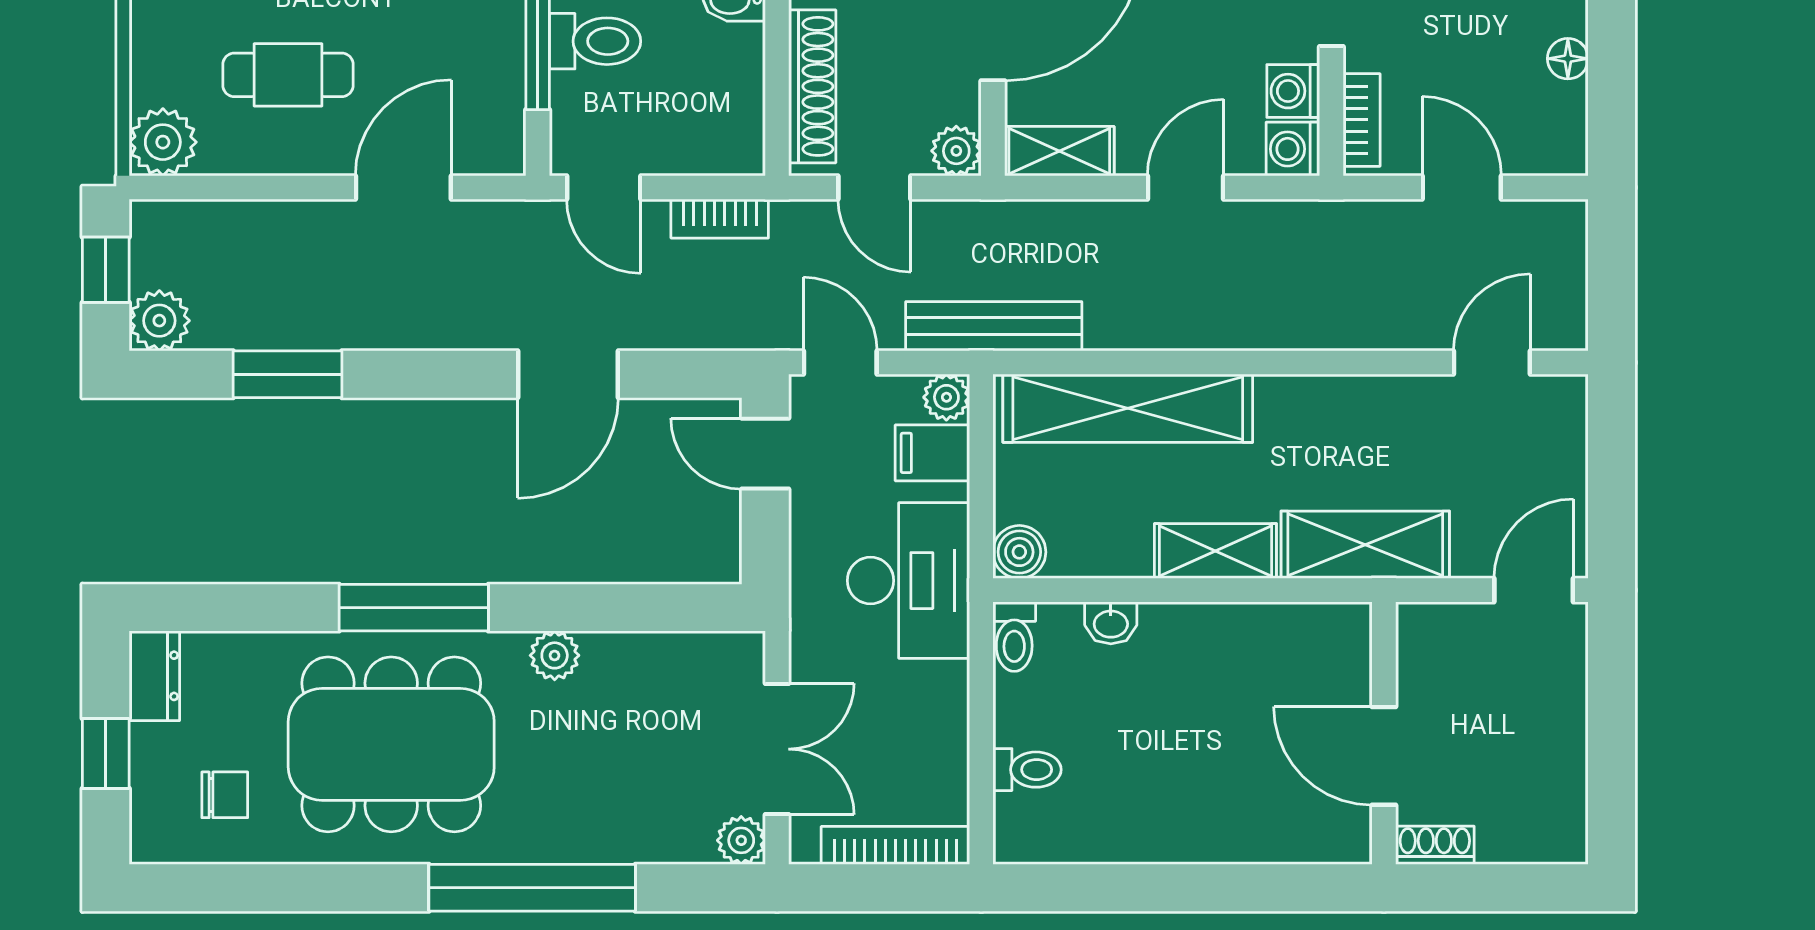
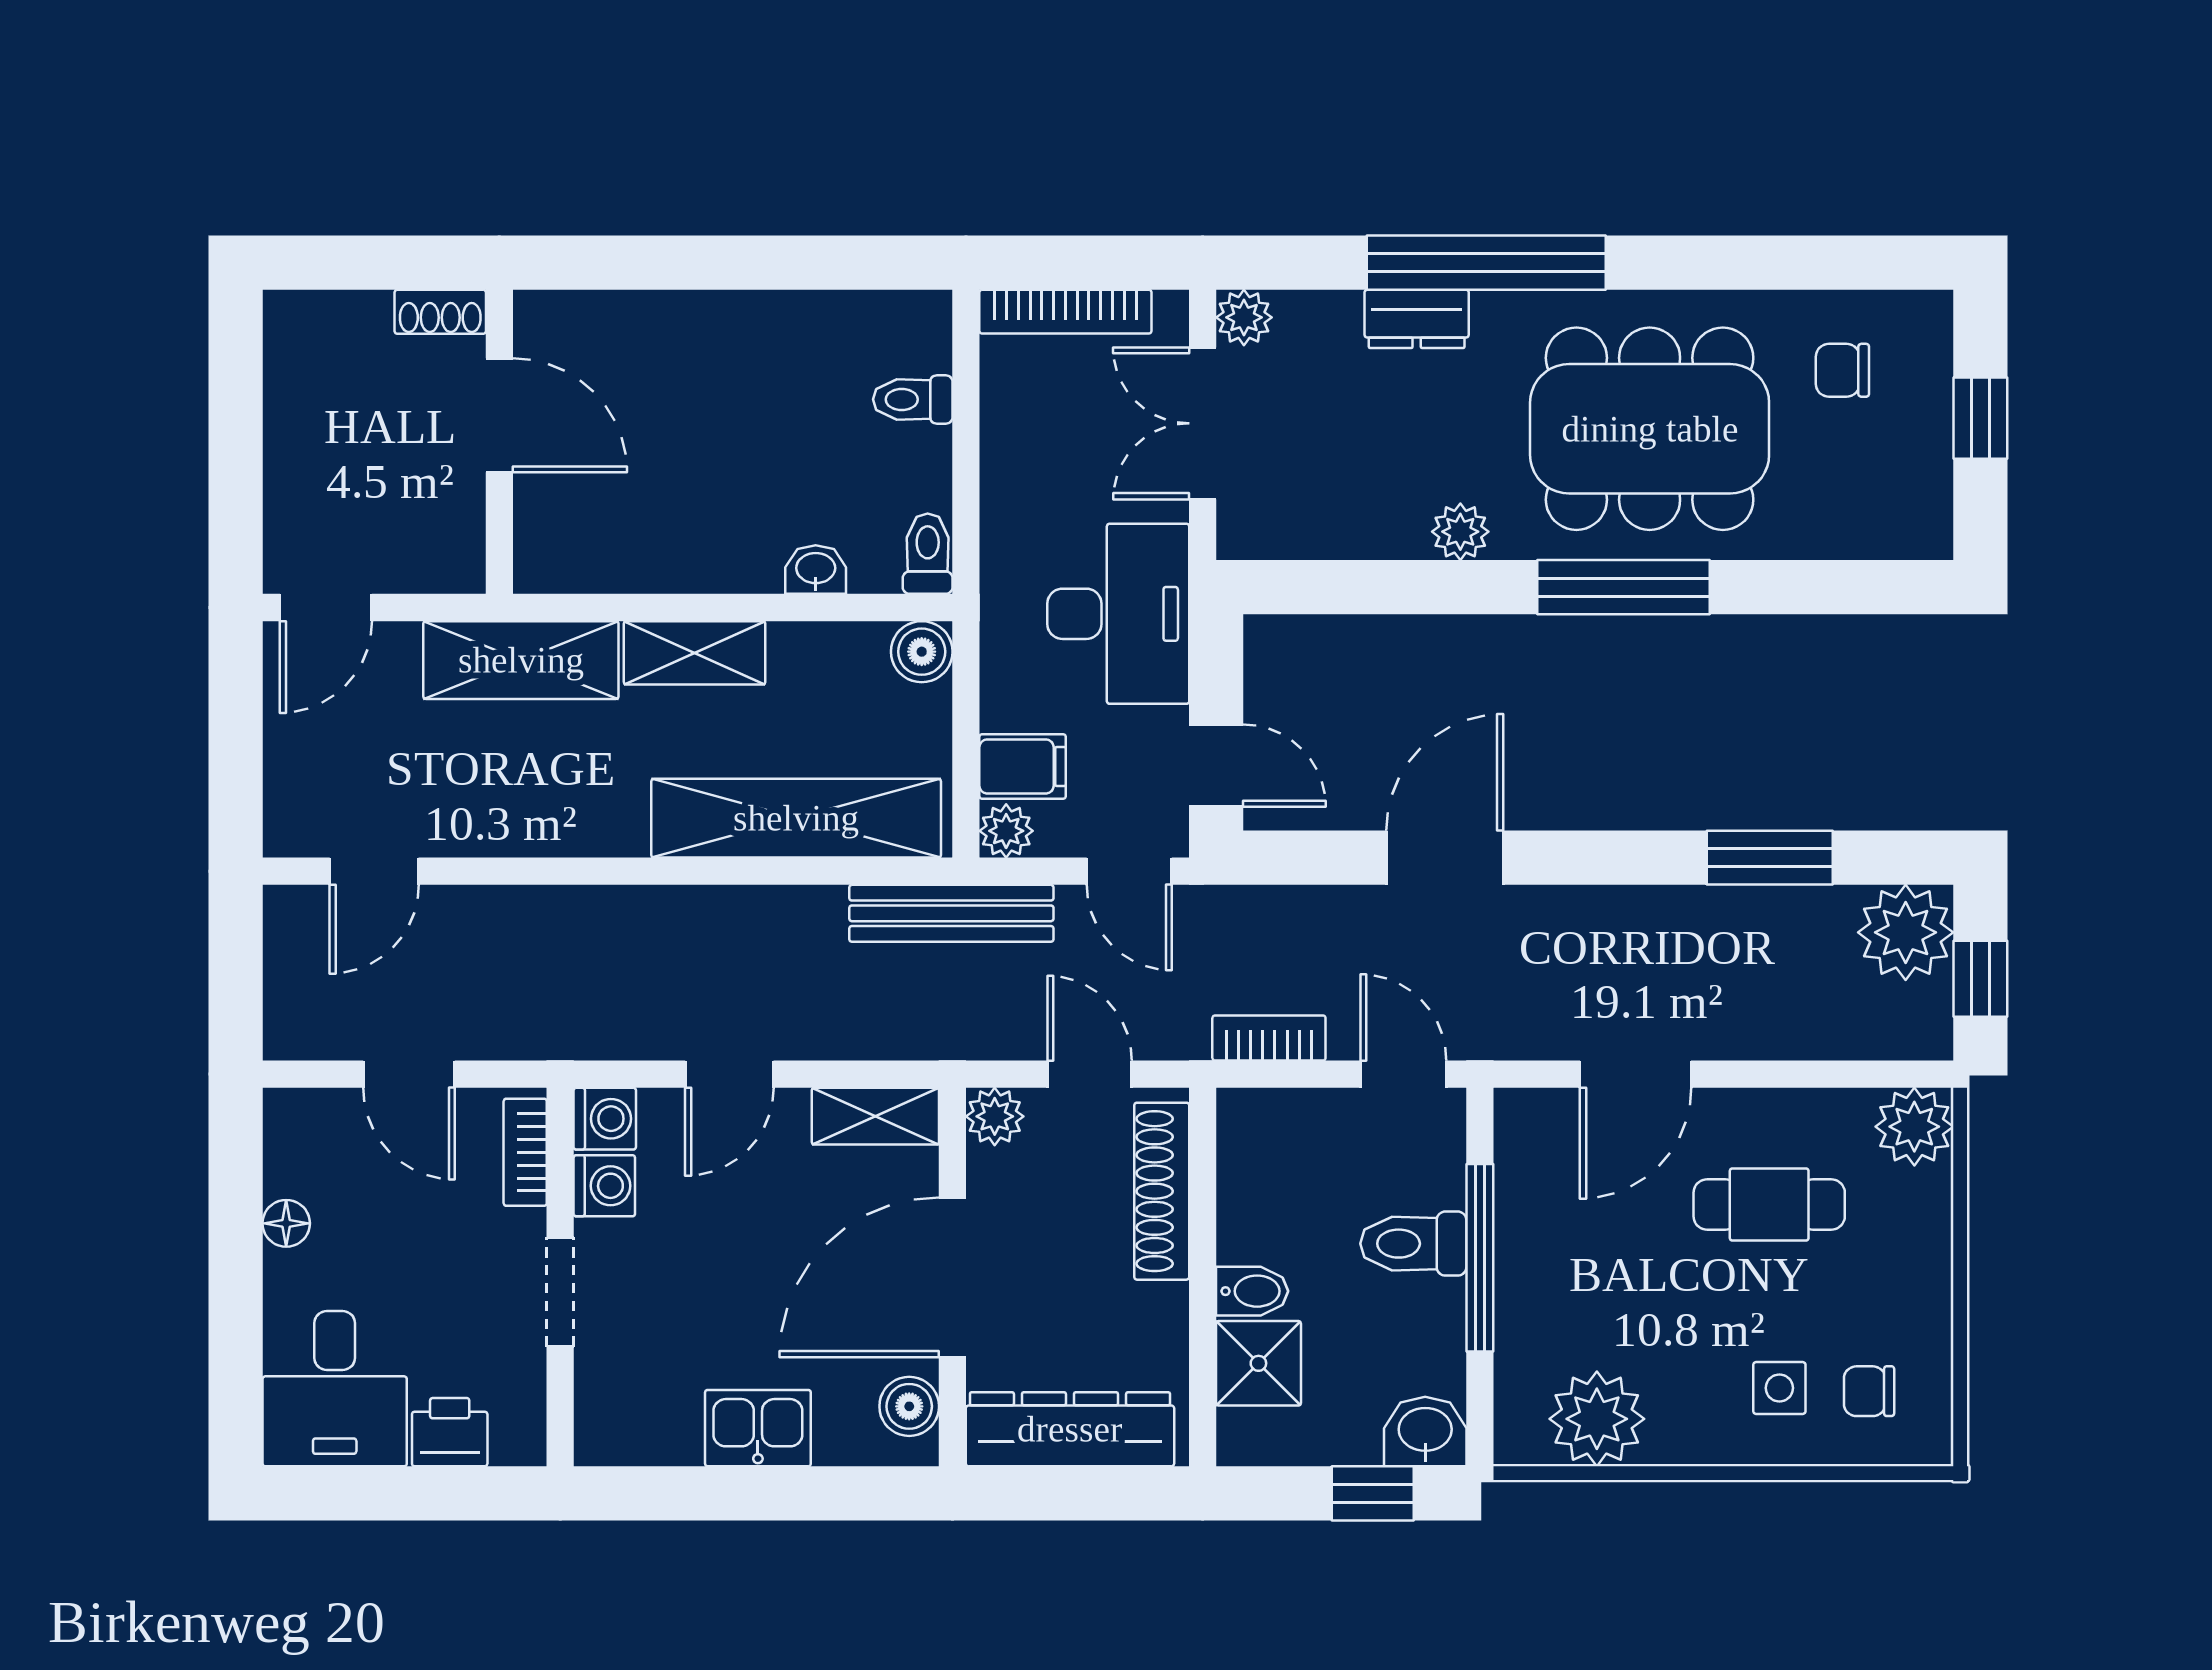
plant: (159, 321) -> (1906, 932), width x1.36, depth x1.36
desk: (908, 581) -> (1118, 614), moved, turned 180
dresser: (154, 676) -> (1417, 319), moved, turned -90

